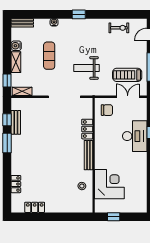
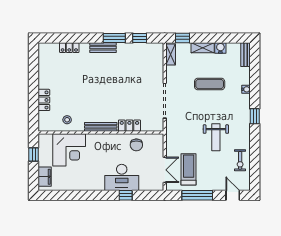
weight bench: (86, 68) -> (216, 137), moved, turned 180
chair: (107, 110) -> (136, 145), moved
bench: (16, 122) -> (103, 48), moved
locker: (35, 207) -> (44, 100), moved
filing cabinet: (134, 207) -> (45, 177), added

